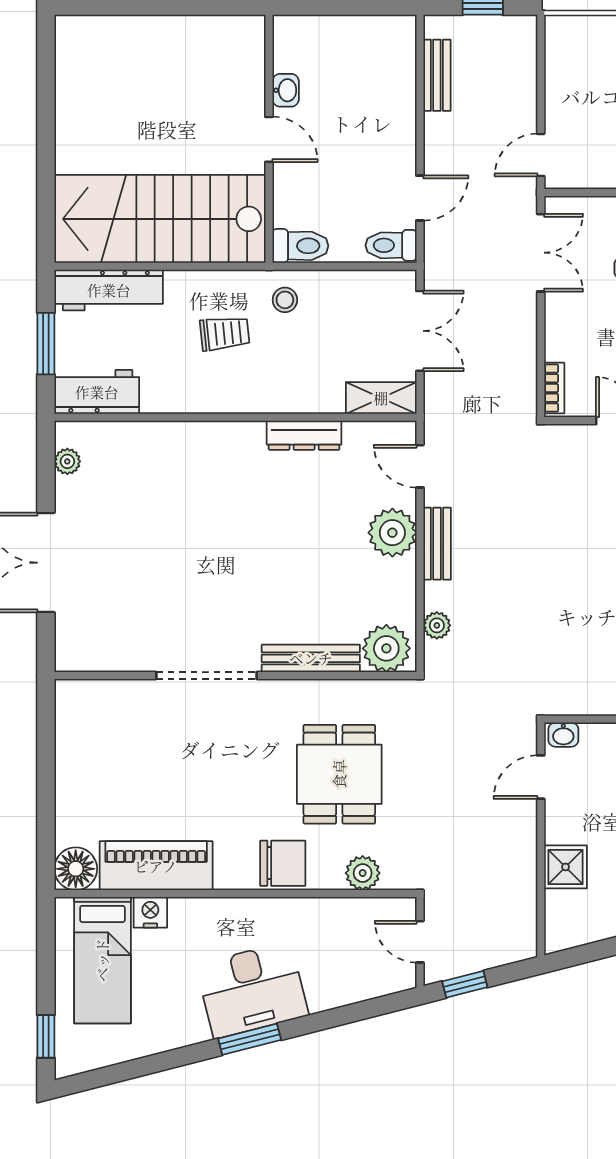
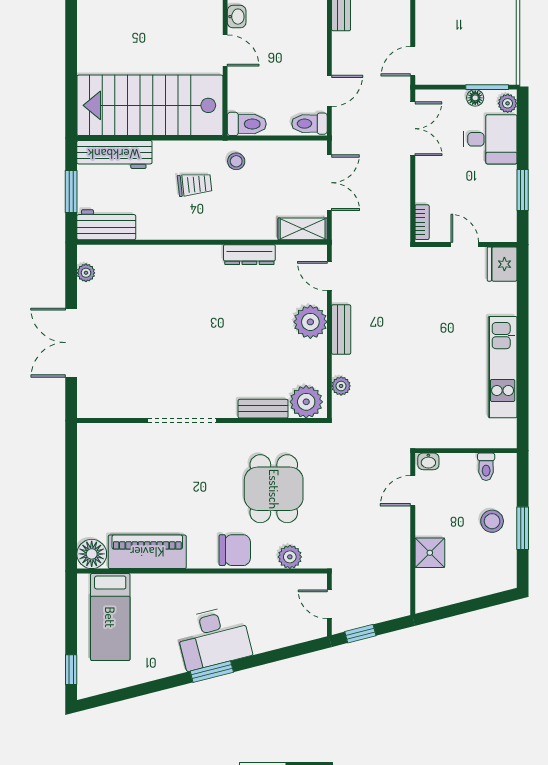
bench: (311, 658) -> (263, 409), width x0.73
nightstand: (150, 912) -> (143, 584), removed

